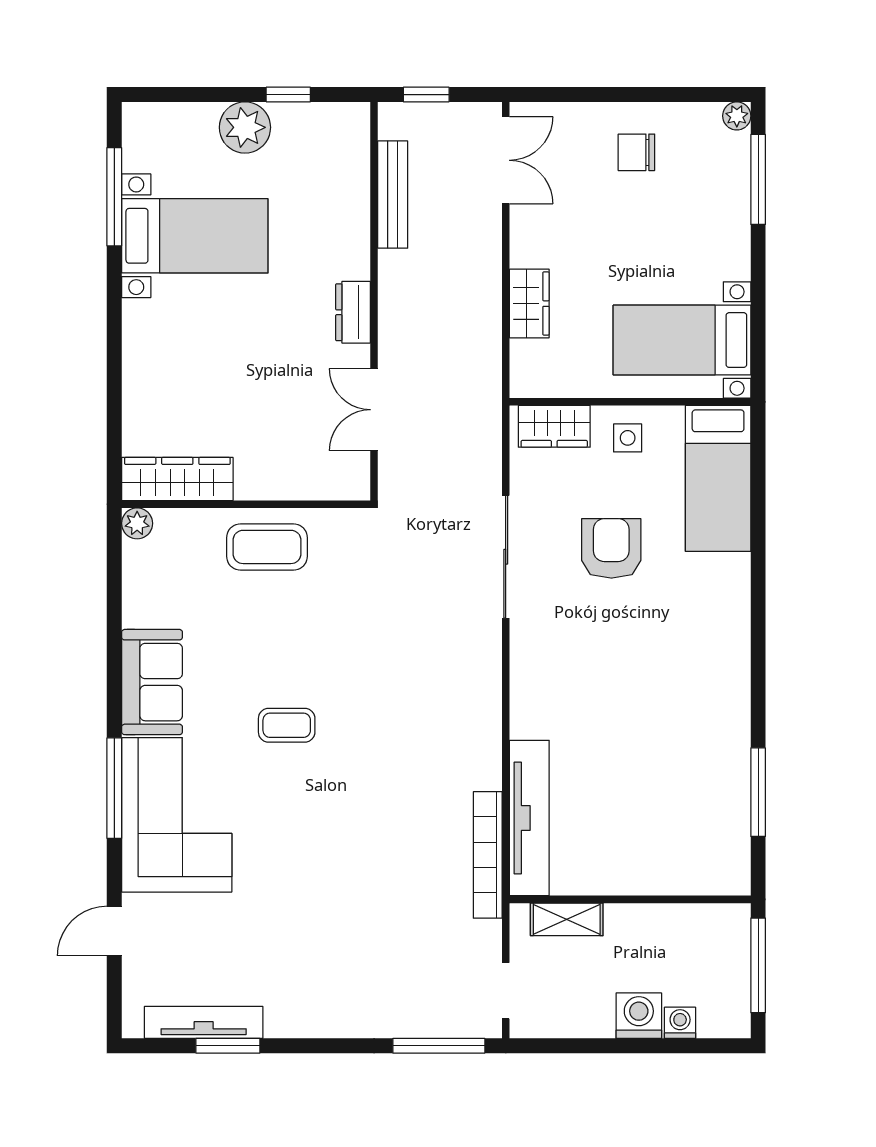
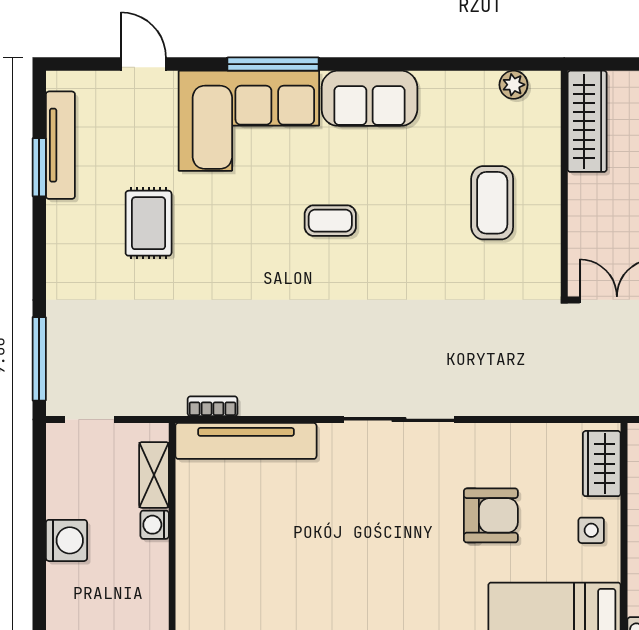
wardrobe: (177, 479) -> (587, 121), moved
wall: (246, 504) -> (564, 184), moved
sliding door: (506, 557) -> (399, 420), moved
coffee table: (287, 725) -> (330, 221), turned 90
bookcase: (488, 855) -> (212, 406), width x0.43, depth x0.76
rug: (290, 925) -> (149, 223), added
washing machine: (680, 1023) -> (155, 525), moved, turned 180

